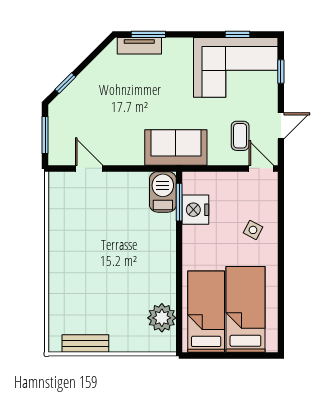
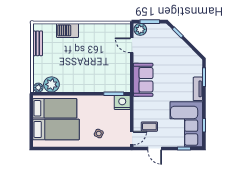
tv unit: (139, 46) -> (198, 89), moved
sofa: (176, 147) -> (143, 80), moved
plant: (59, 153) -> (140, 29), added
door: (89, 168) -> (132, 45), swing flipped
barbecue: (163, 192) -> (67, 30), moved, turned 180
nightstand: (195, 210) -> (122, 103), moved
plant: (168, 342) -> (38, 88), added

